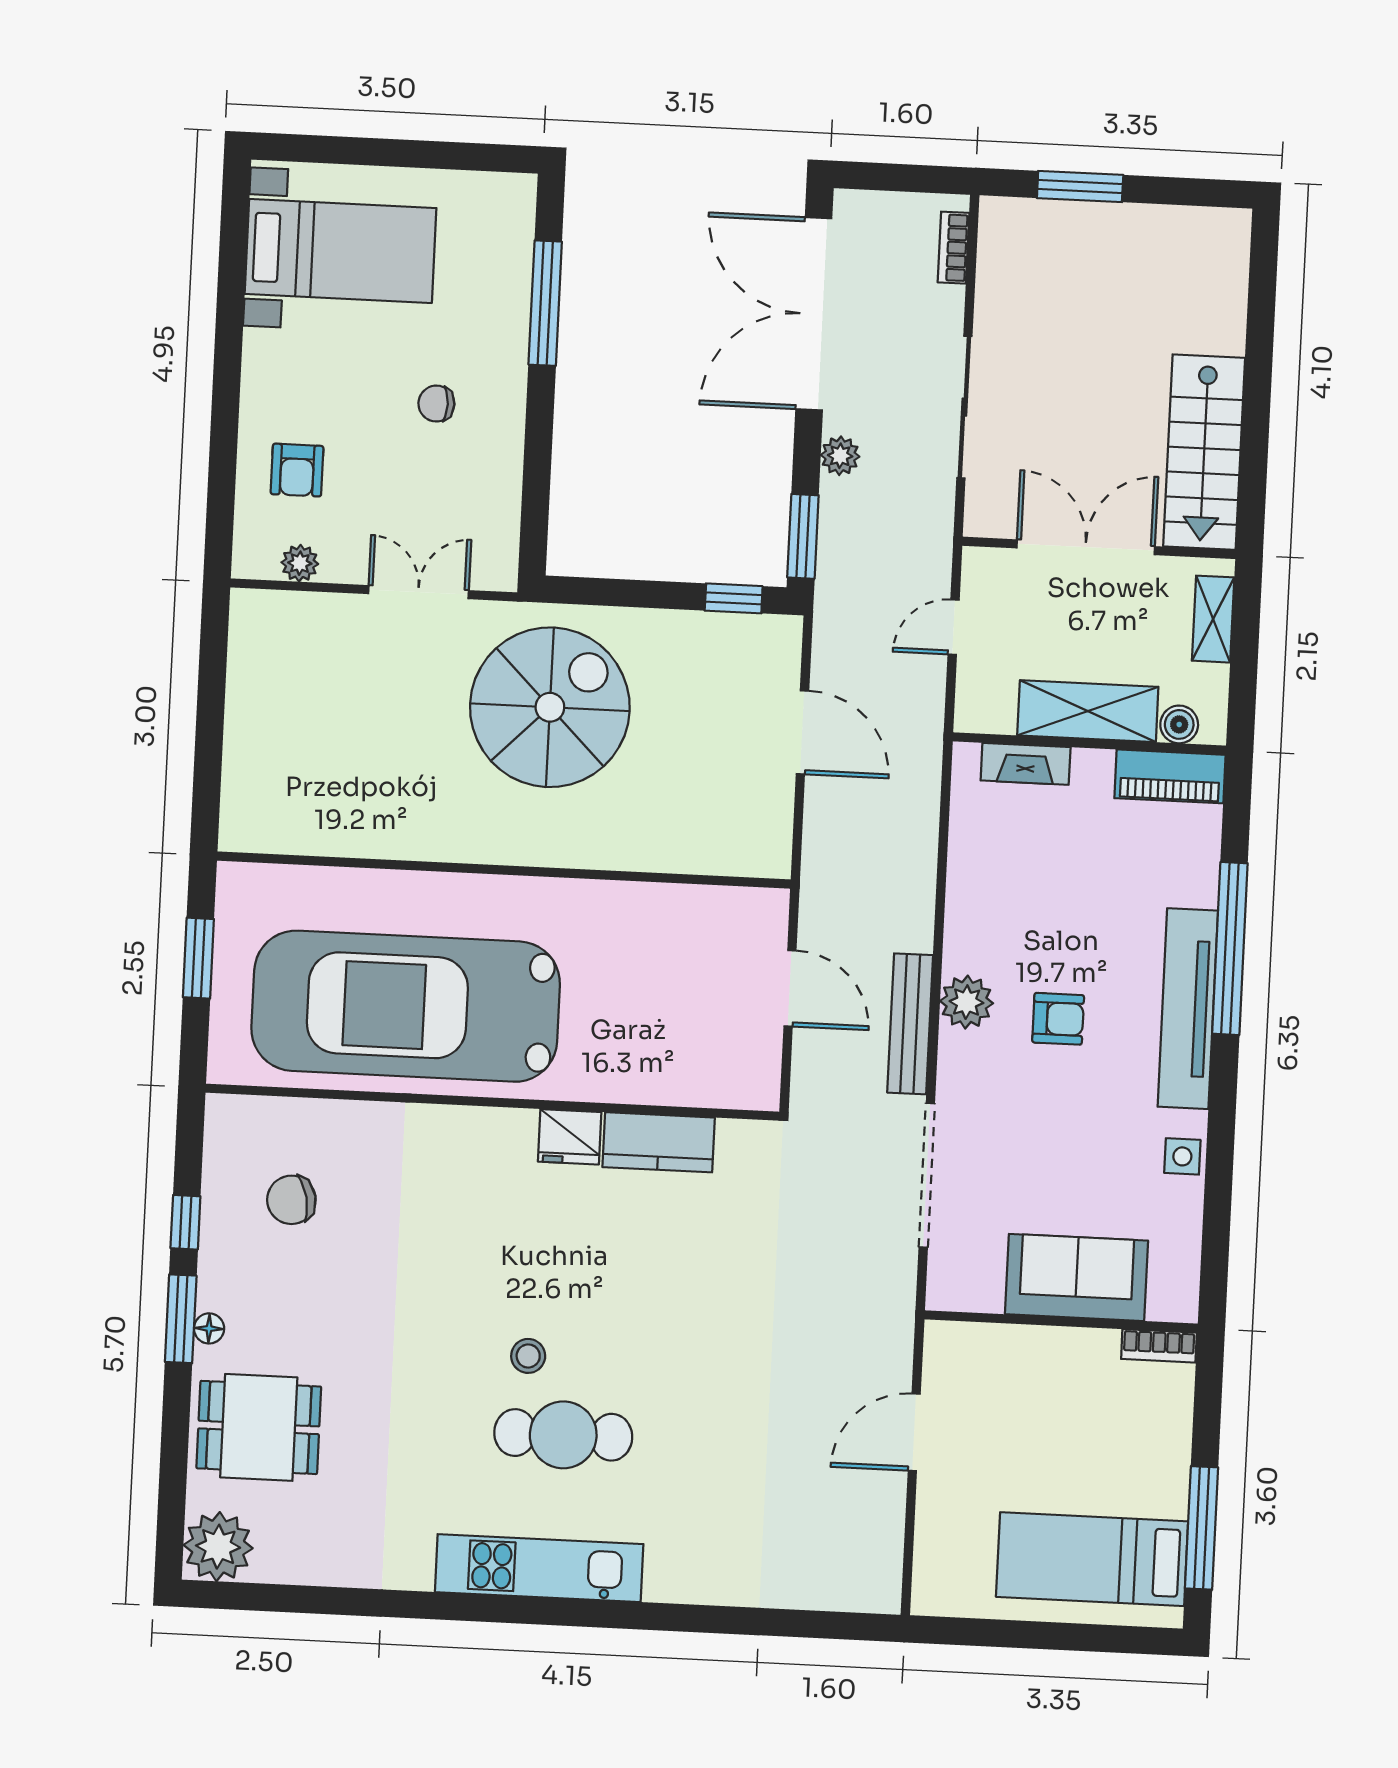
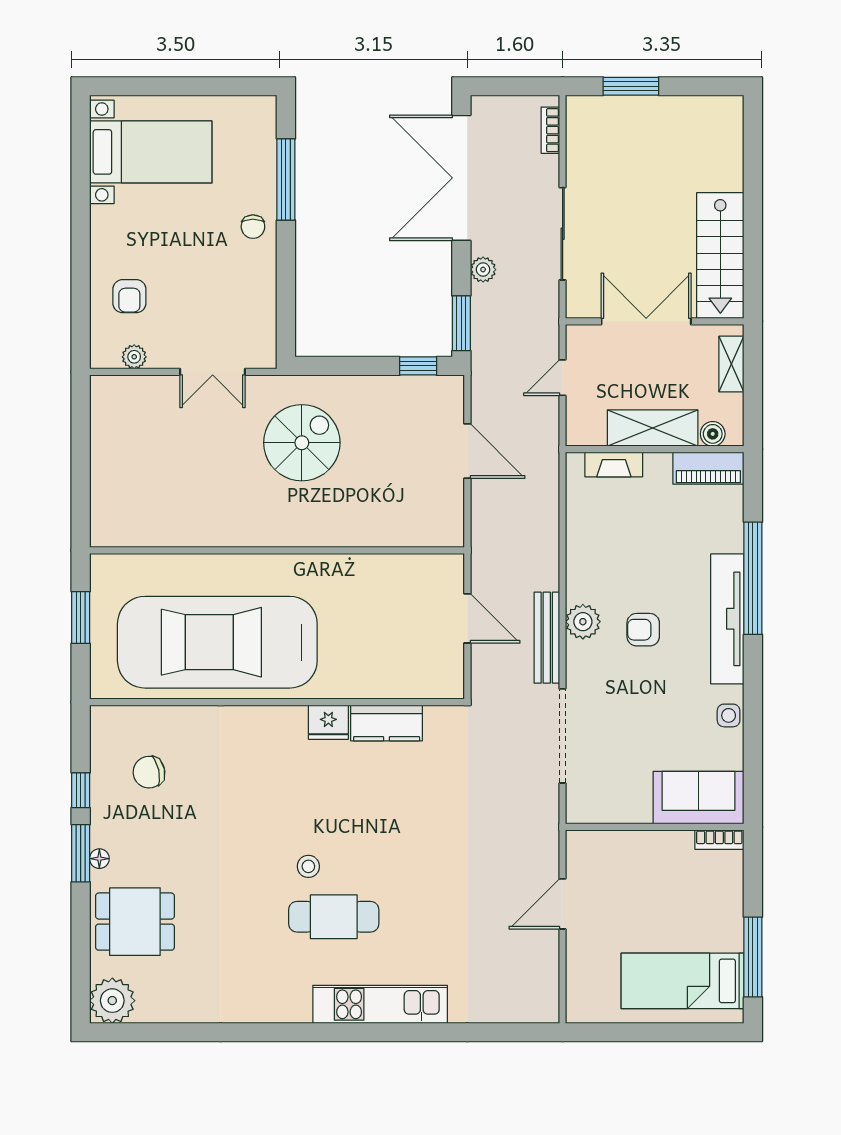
chair: (436, 404) -> (253, 227), moved, turned -90
double door: (419, 592) -> (213, 372), swing flipped
spiral stairs: (550, 707) -> (302, 443), width x0.73, depth x0.73
armchair: (1058, 1019) -> (643, 630), turned 180
sofa: (1077, 1277) -> (698, 798), moved
kitchen unit: (539, 1568) -> (380, 1004), moved

